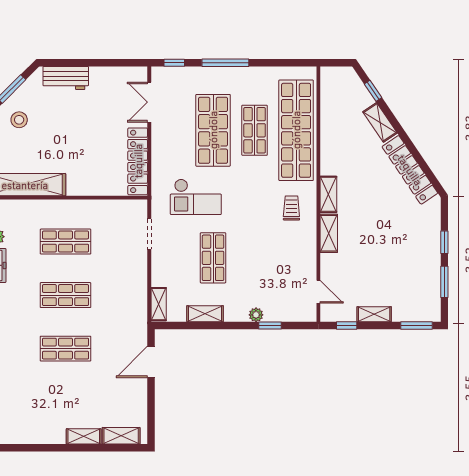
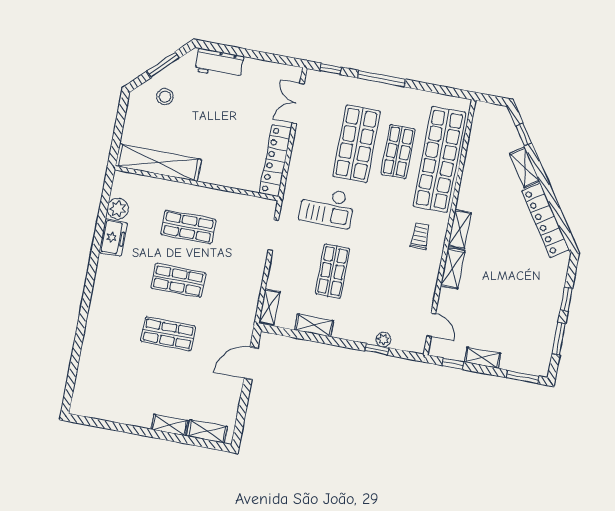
plant: (256, 315) -> (383, 340), moved

